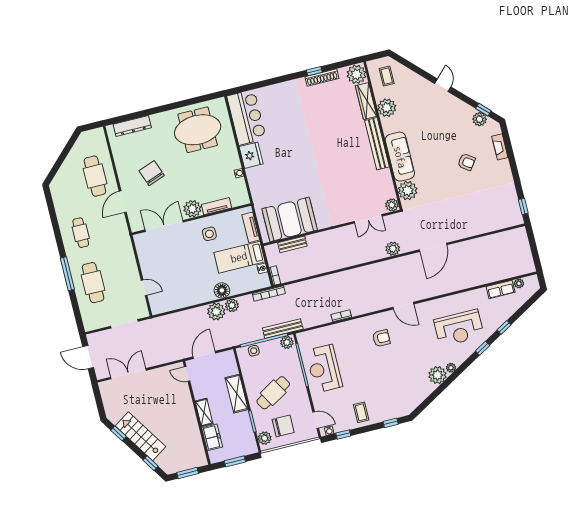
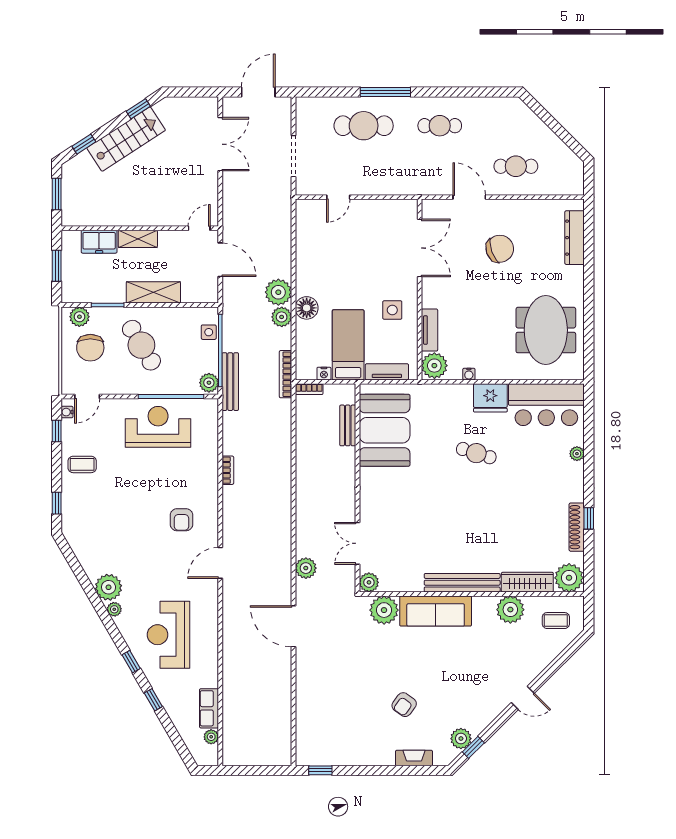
plant: (274, 89) -> (577, 454), added
cafe table: (290, 155) -> (476, 453), added
cafe table: (95, 176) -> (516, 166), width x0.73, depth x0.74
plant: (192, 209) -> (434, 366), moved

